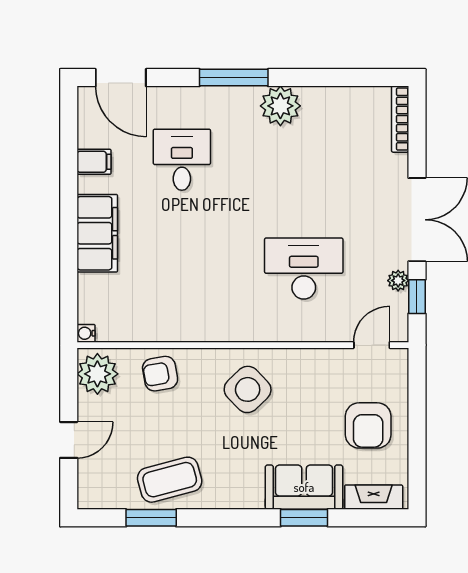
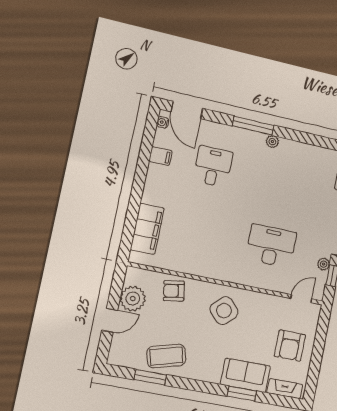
plant: (280, 106) -> (272, 142), width x0.53, depth x0.53
filing cabinet: (97, 233) -> (147, 229), moved
water cooler: (86, 333) -> (163, 122), moved
plant: (97, 374) -> (133, 299), moved

